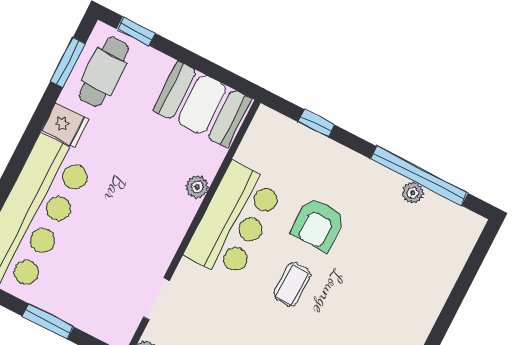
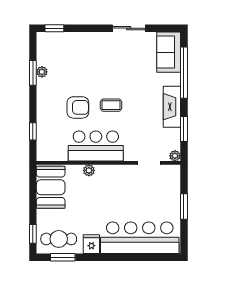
window: (419, 176) -> (33, 73), width x0.47
window: (478, 254) -> (54, 28), added

